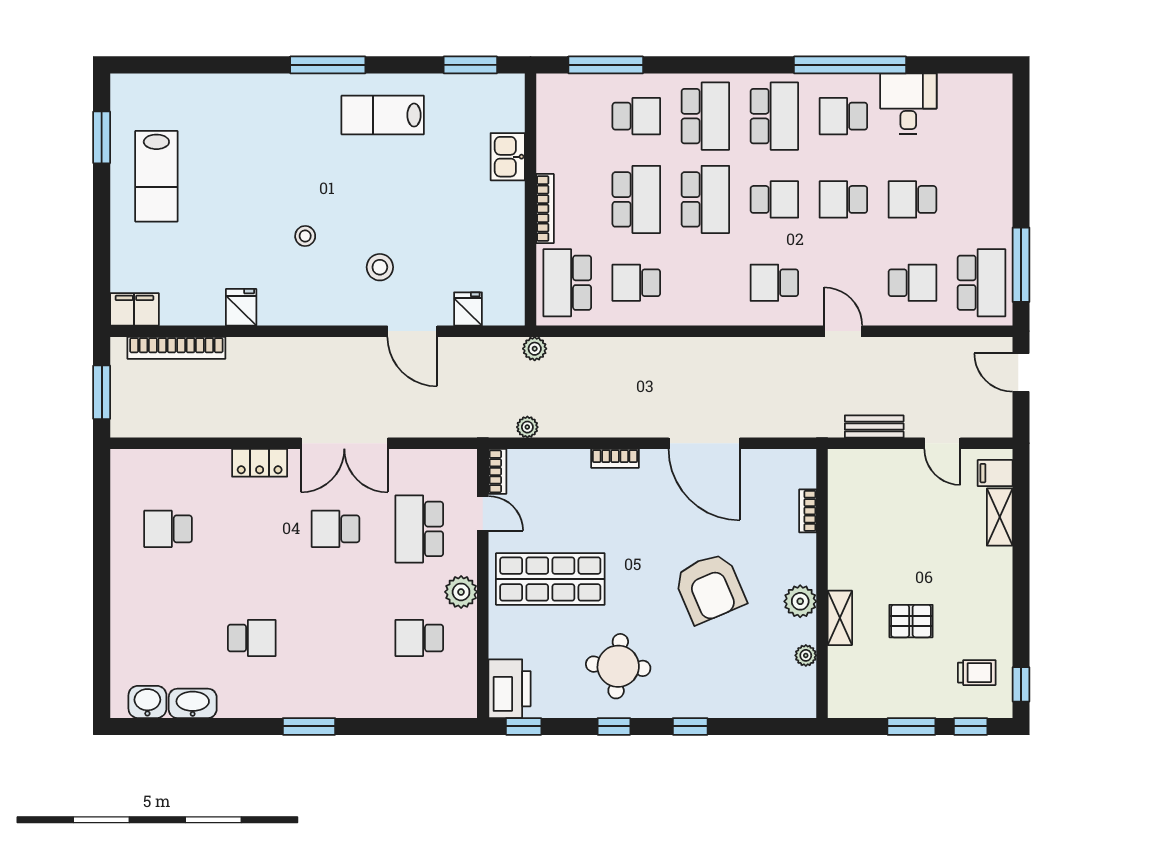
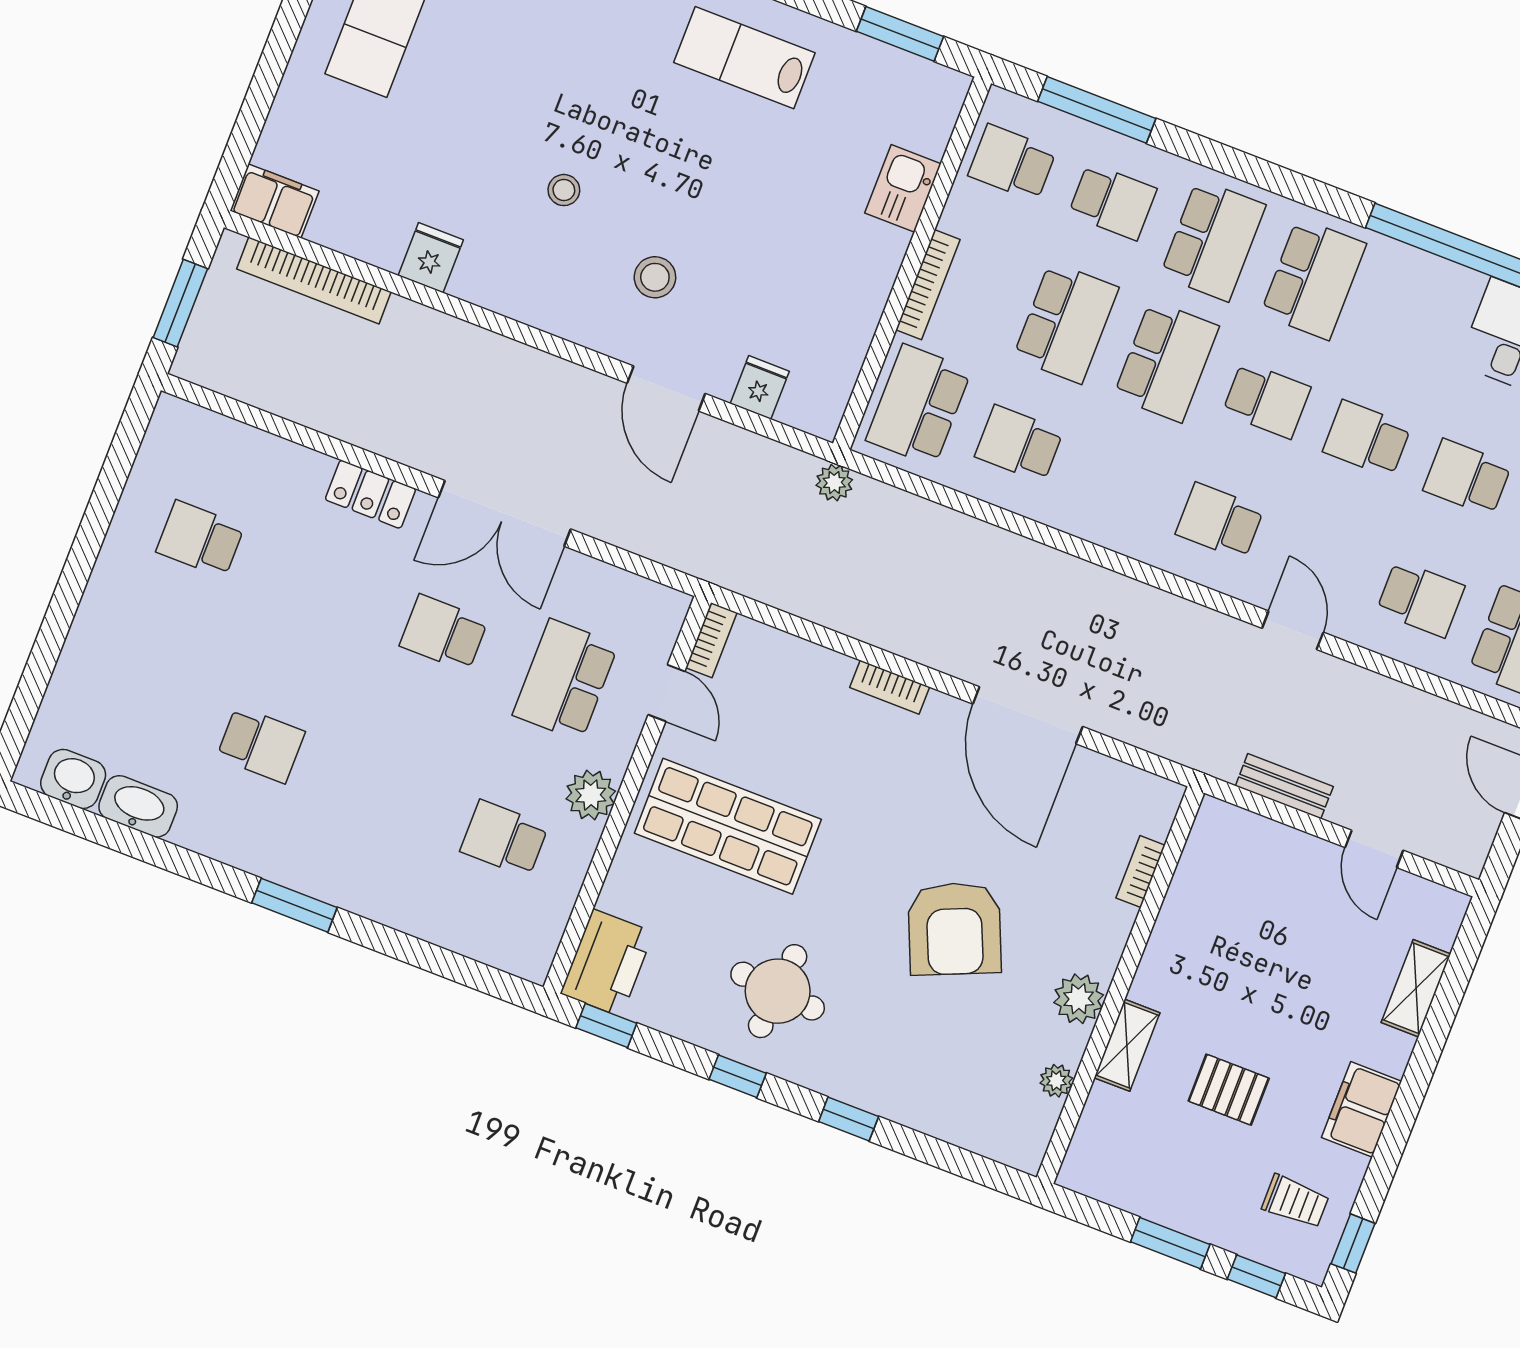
school desk: (843, 116) -> (1012, 163), moved
plant: (527, 427) -> (780, 592), removed
filing cabinet: (995, 473) -> (1362, 1109), moved, width x2.00

